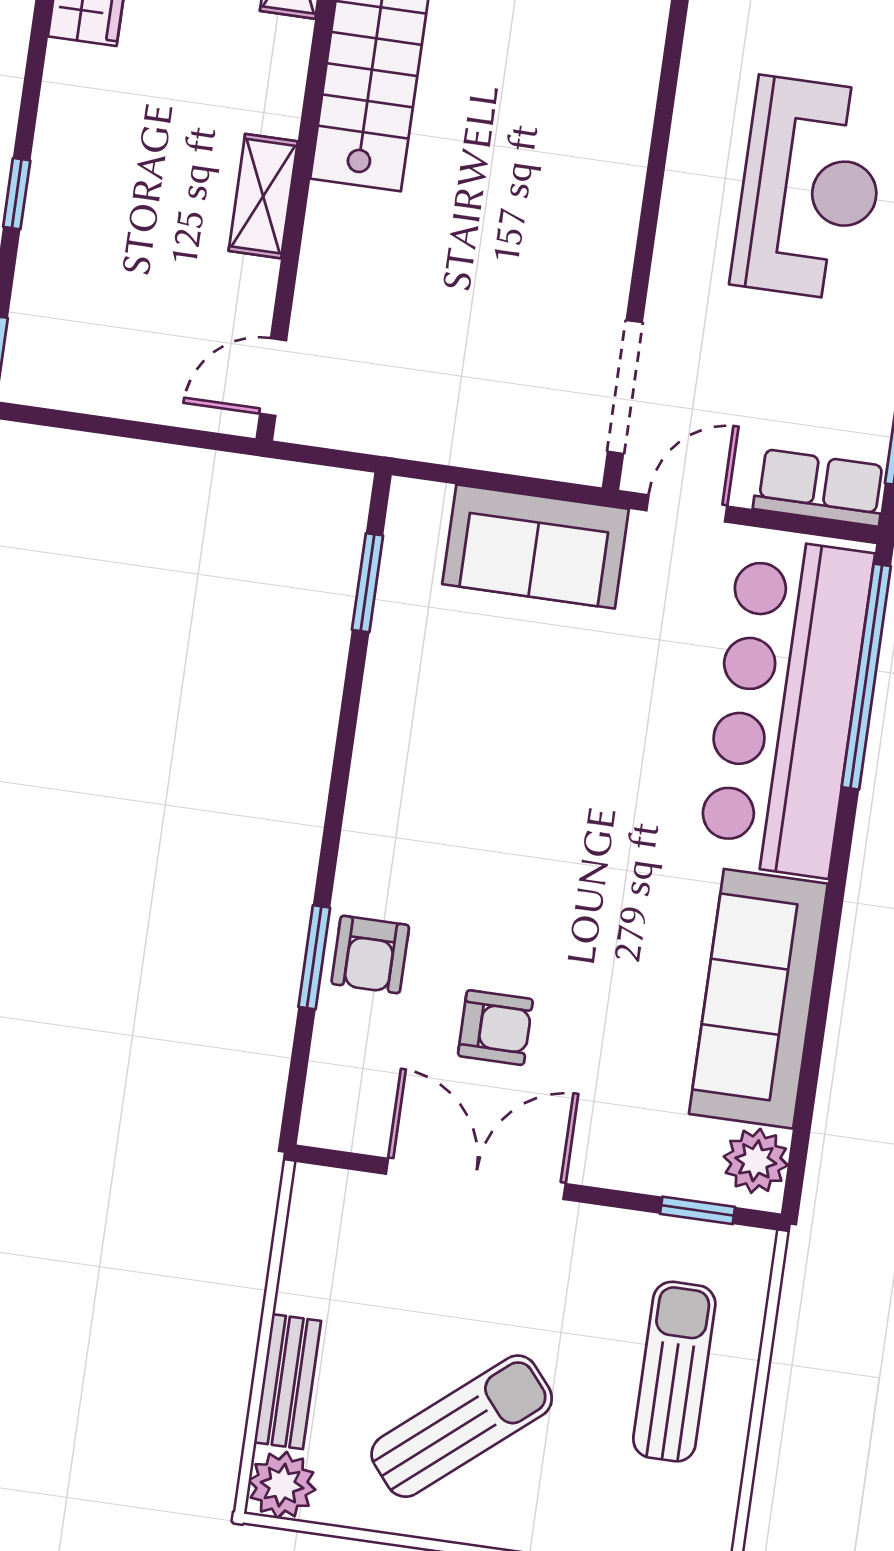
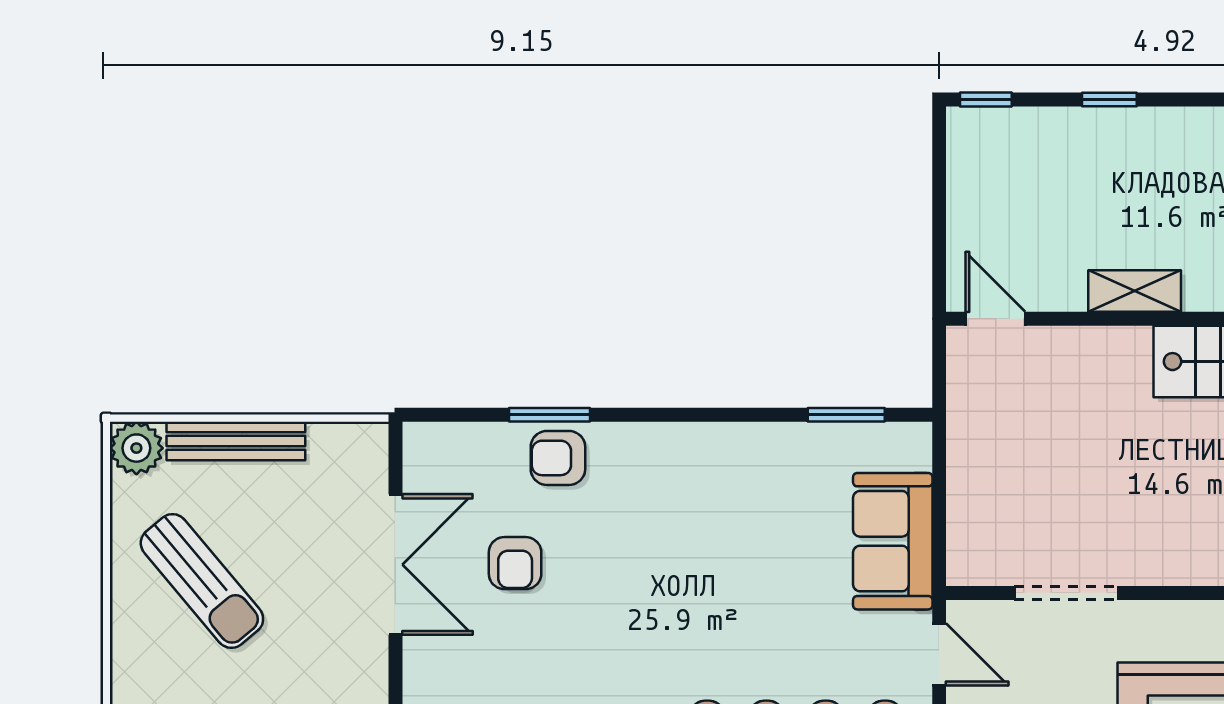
doorway: (625, 387) -> (1066, 593), moved
bench: (288, 1382) -> (236, 441), width x1.36

